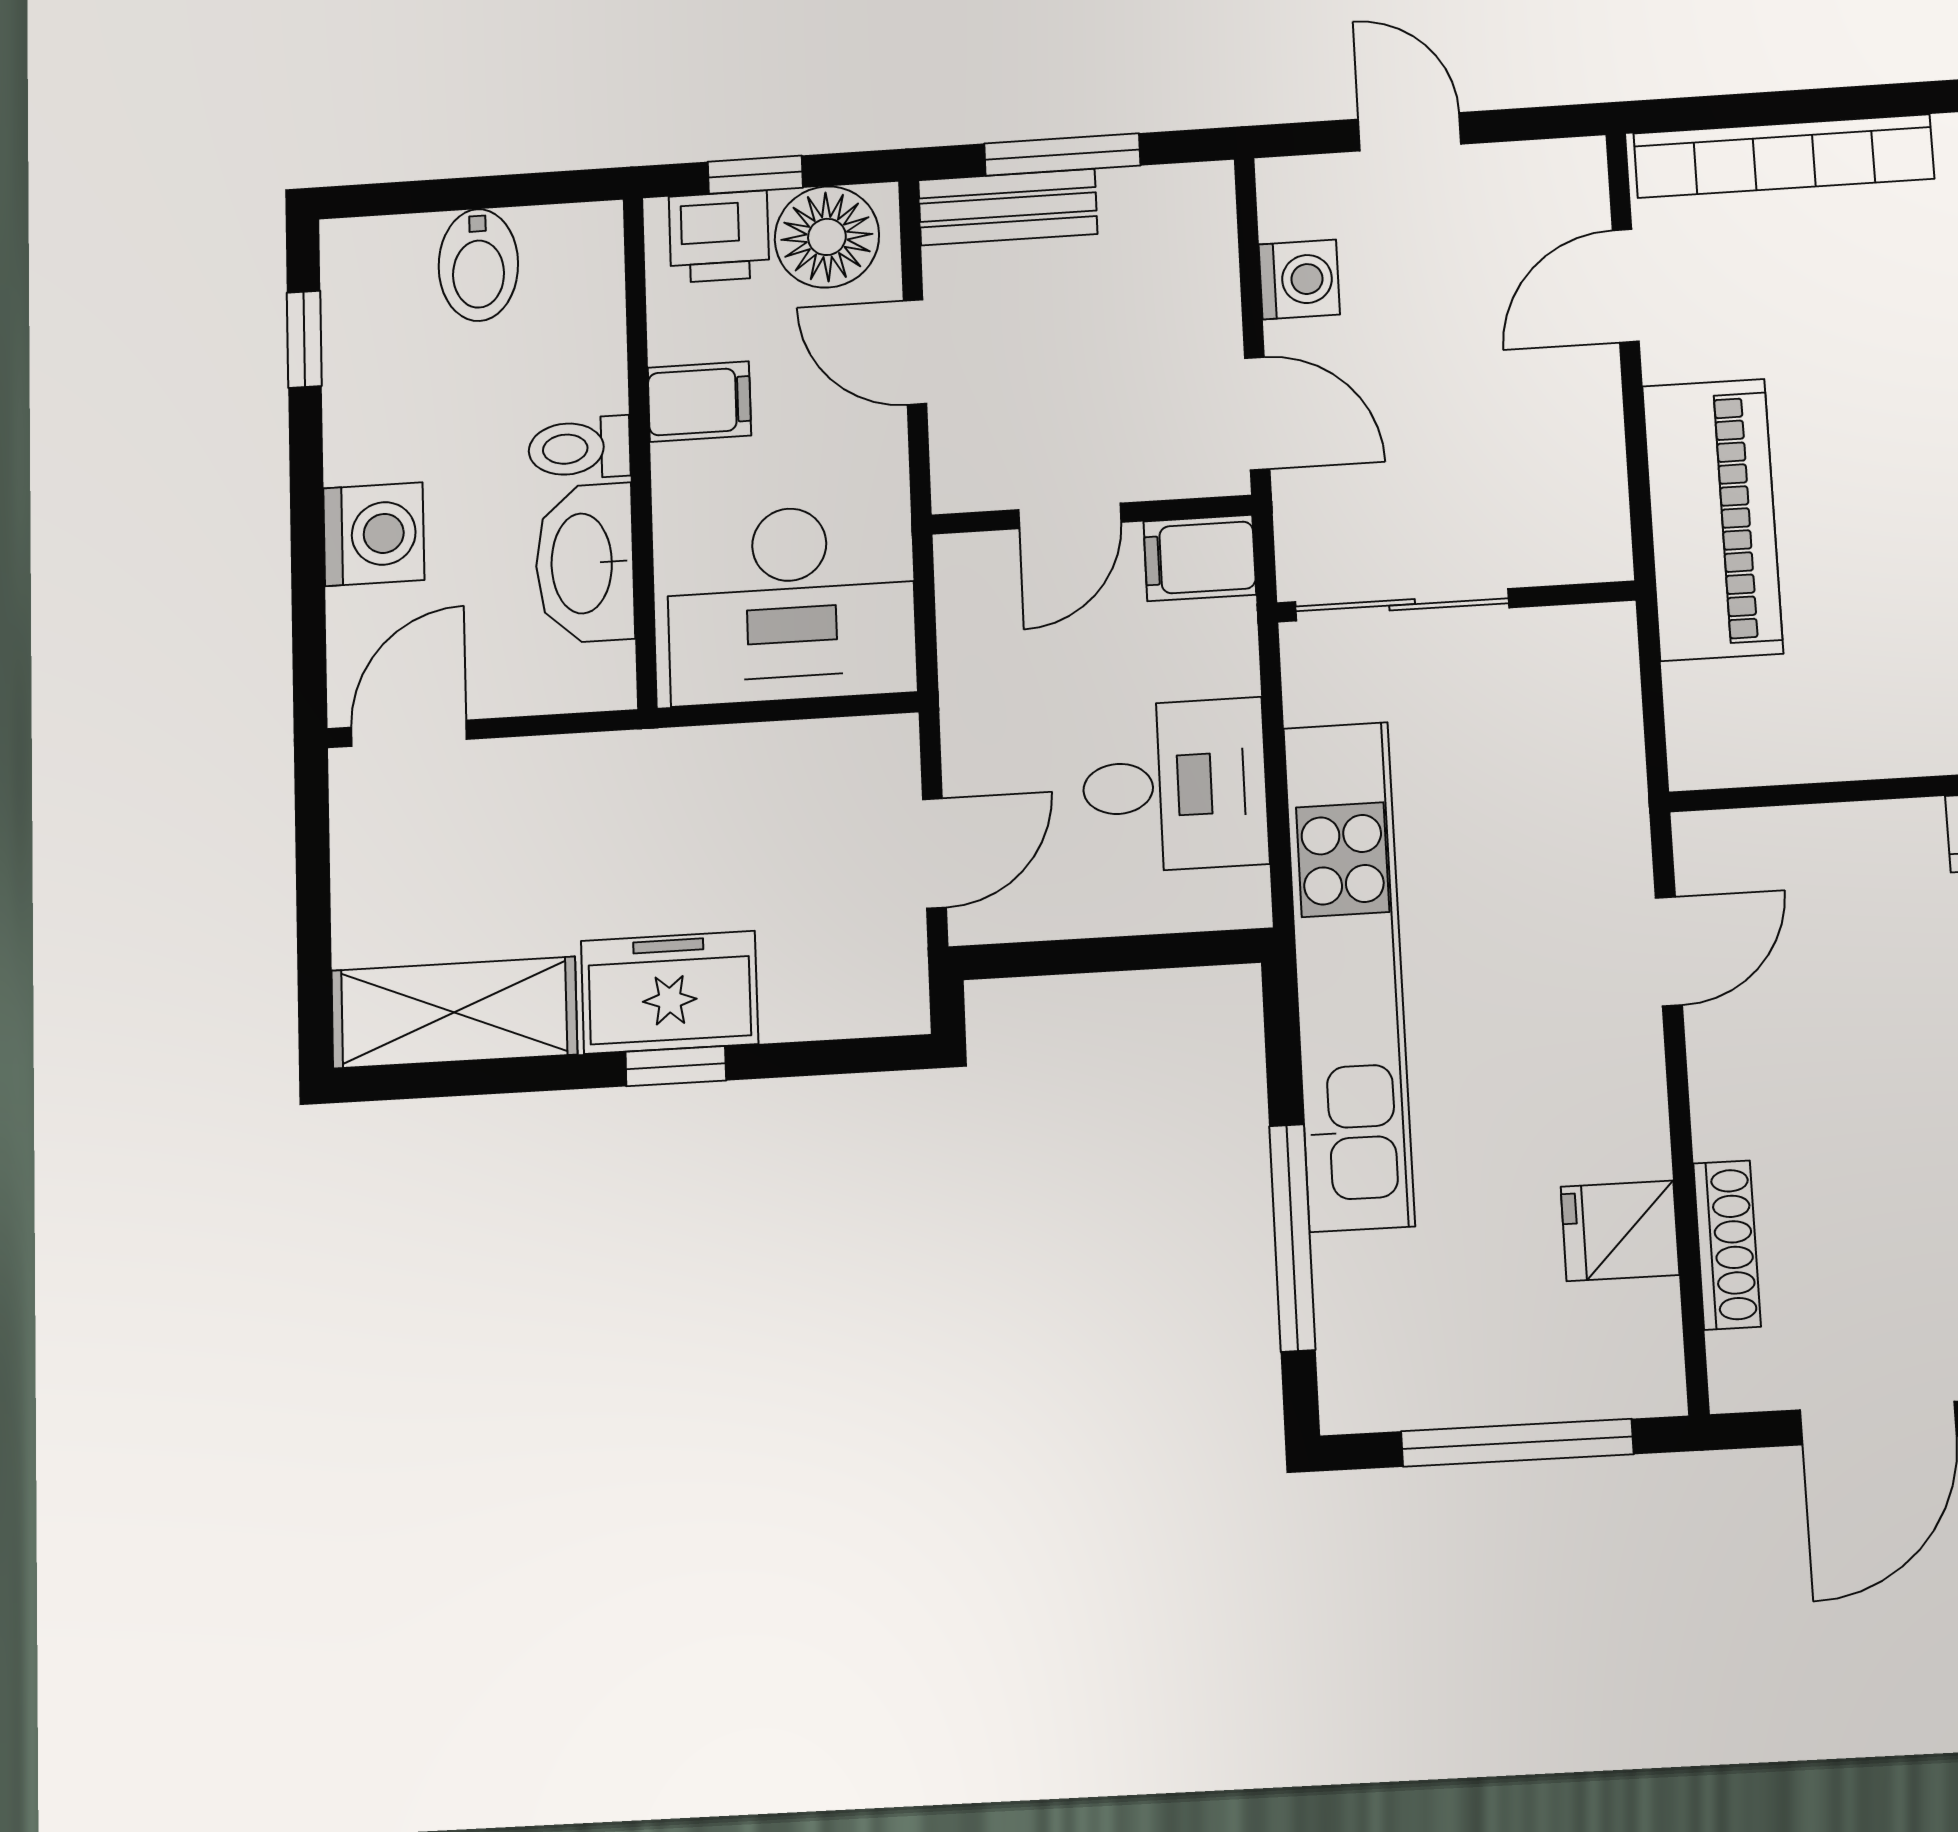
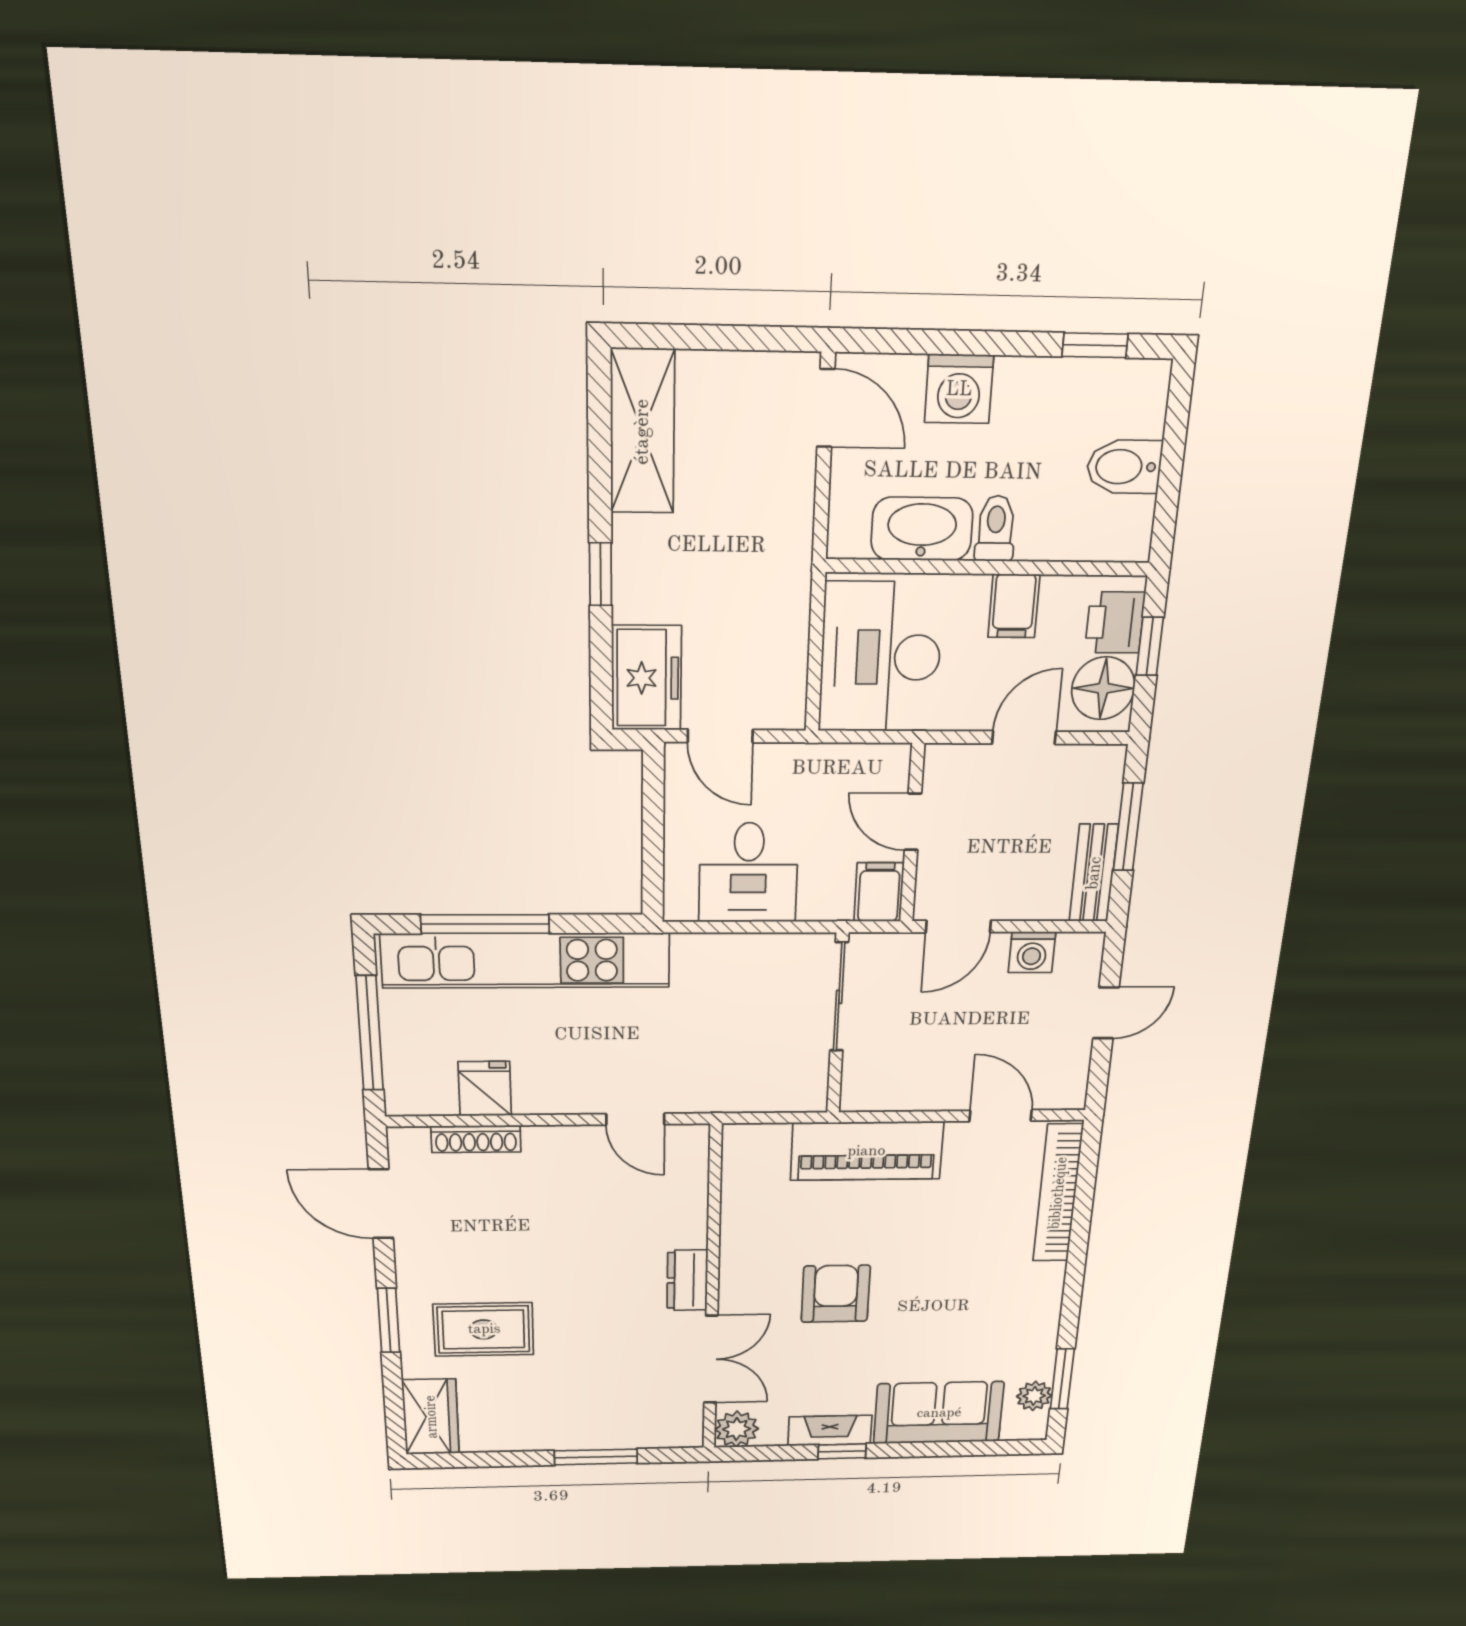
bench: (1008, 207) -> (1094, 873), moved
kitchen unit: (1349, 975) -> (526, 960), moved
freezer: (670, 992) -> (646, 678), moved

